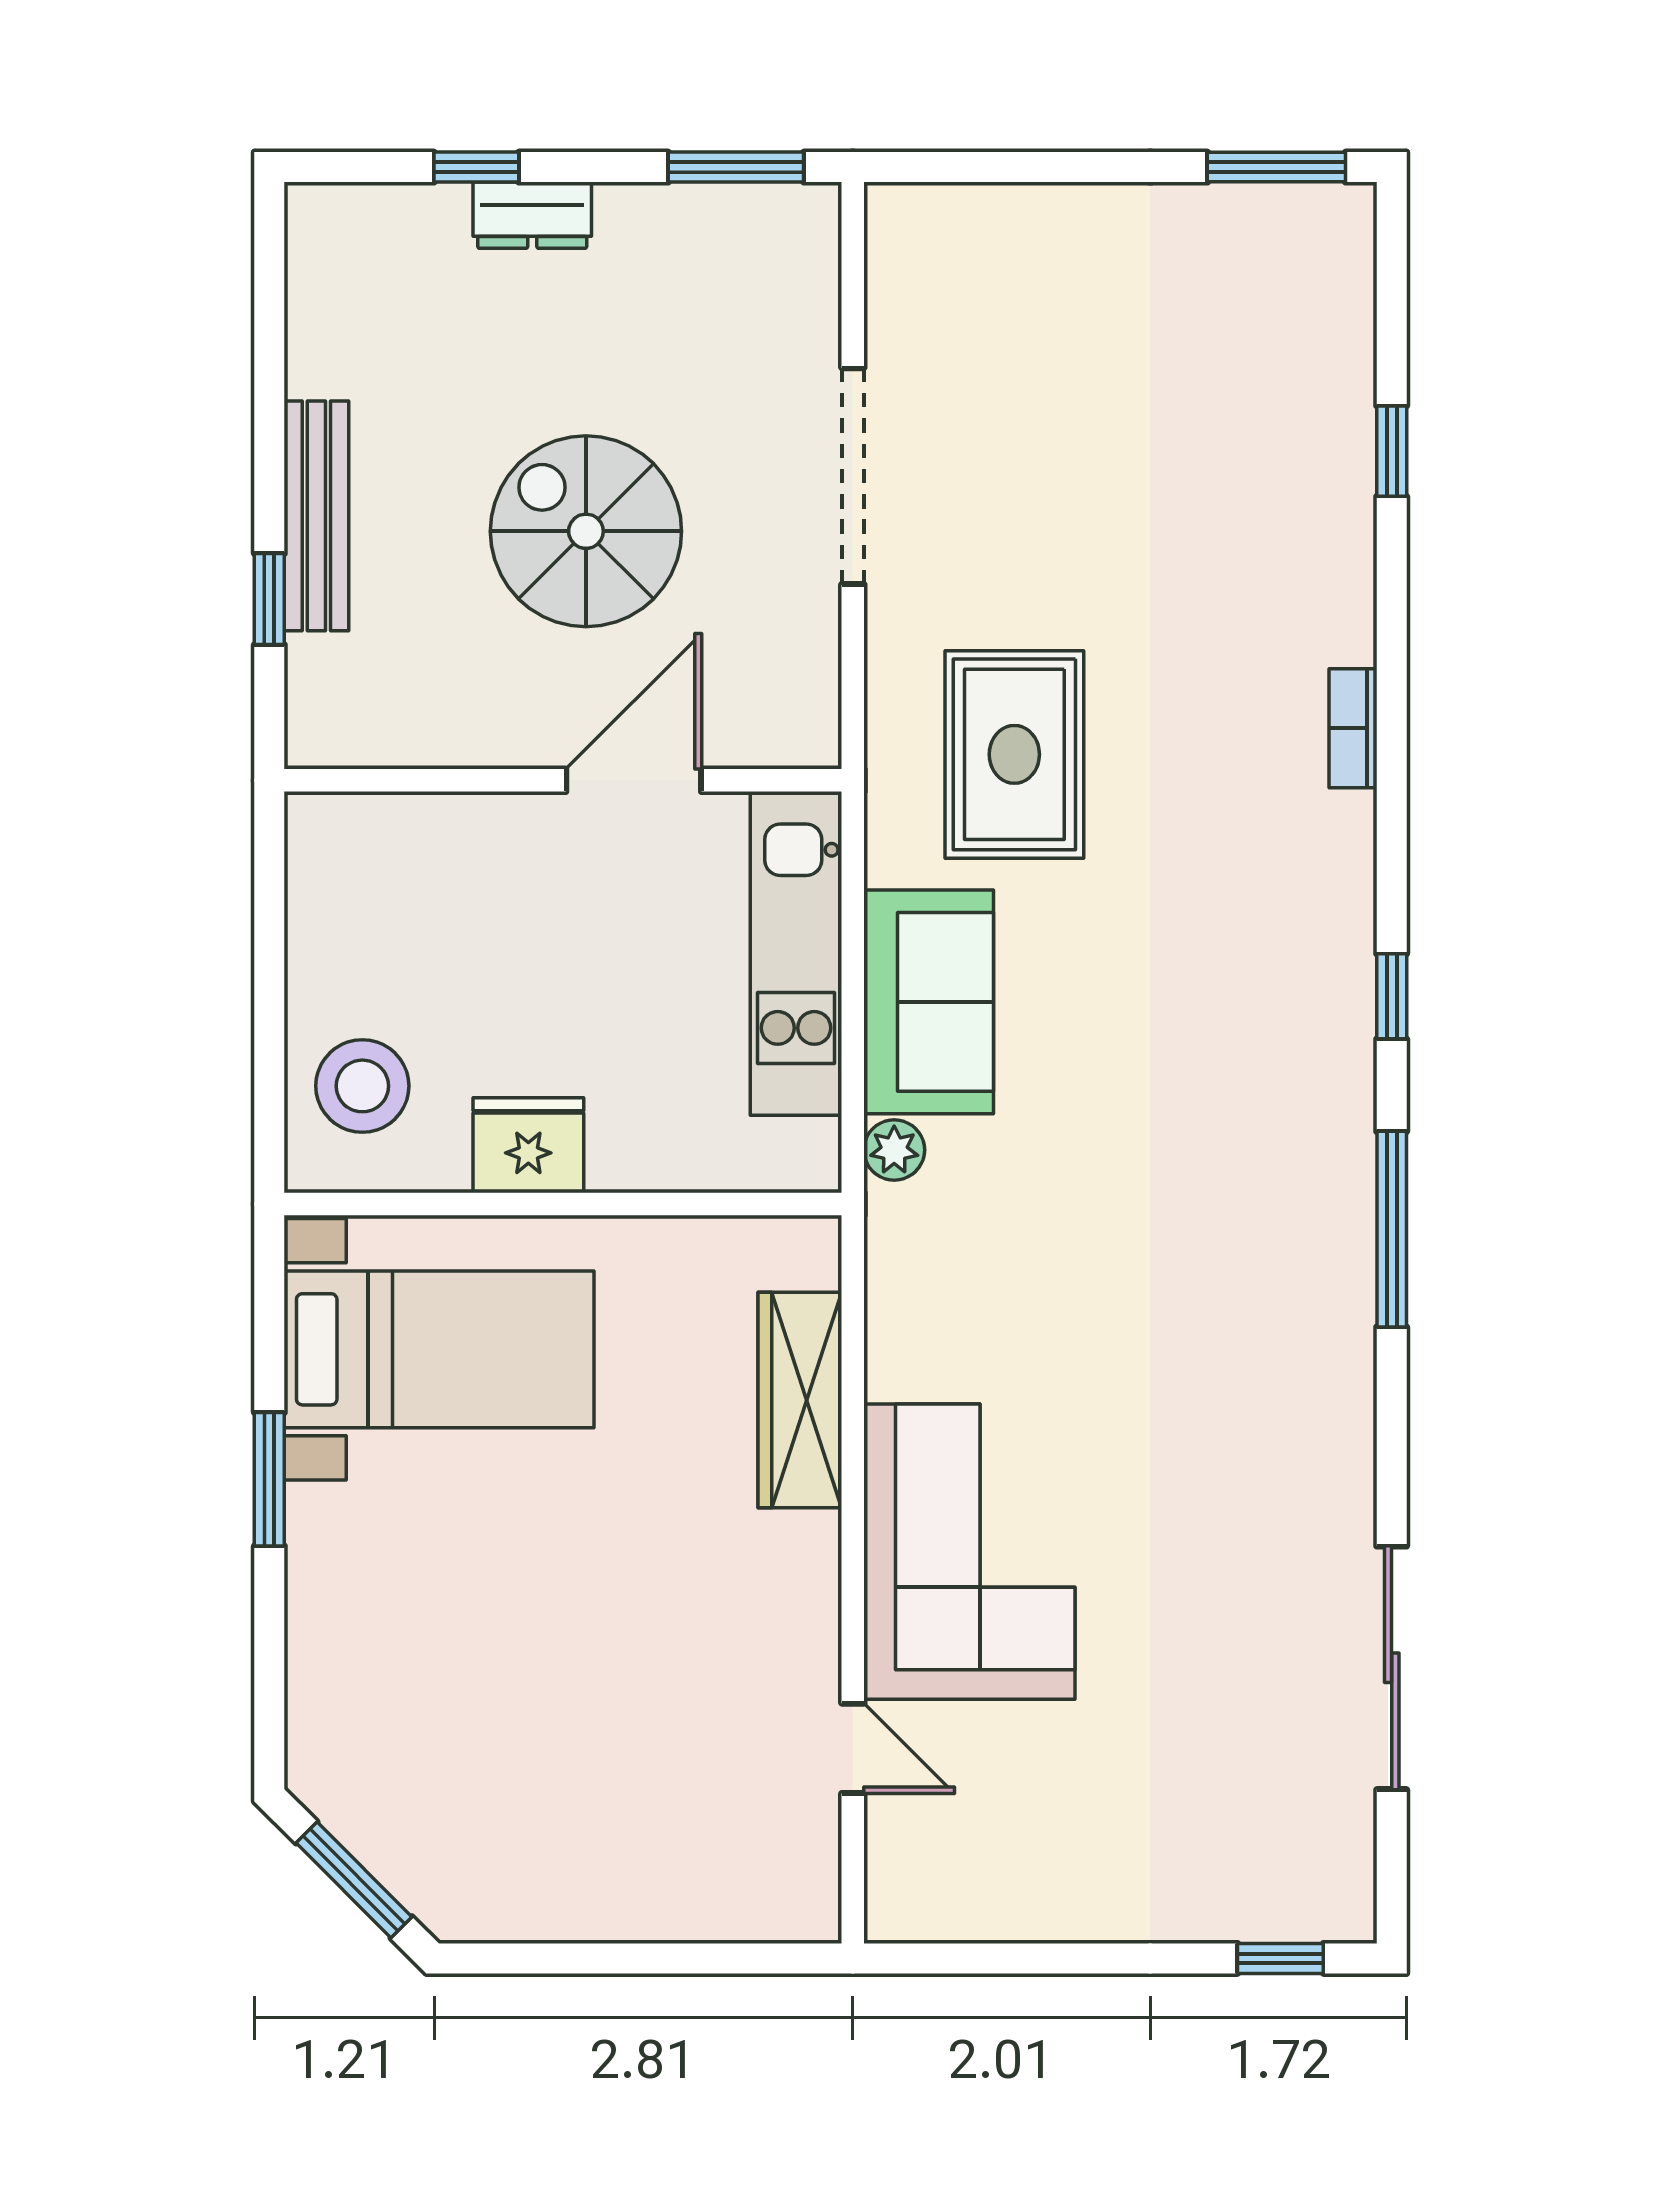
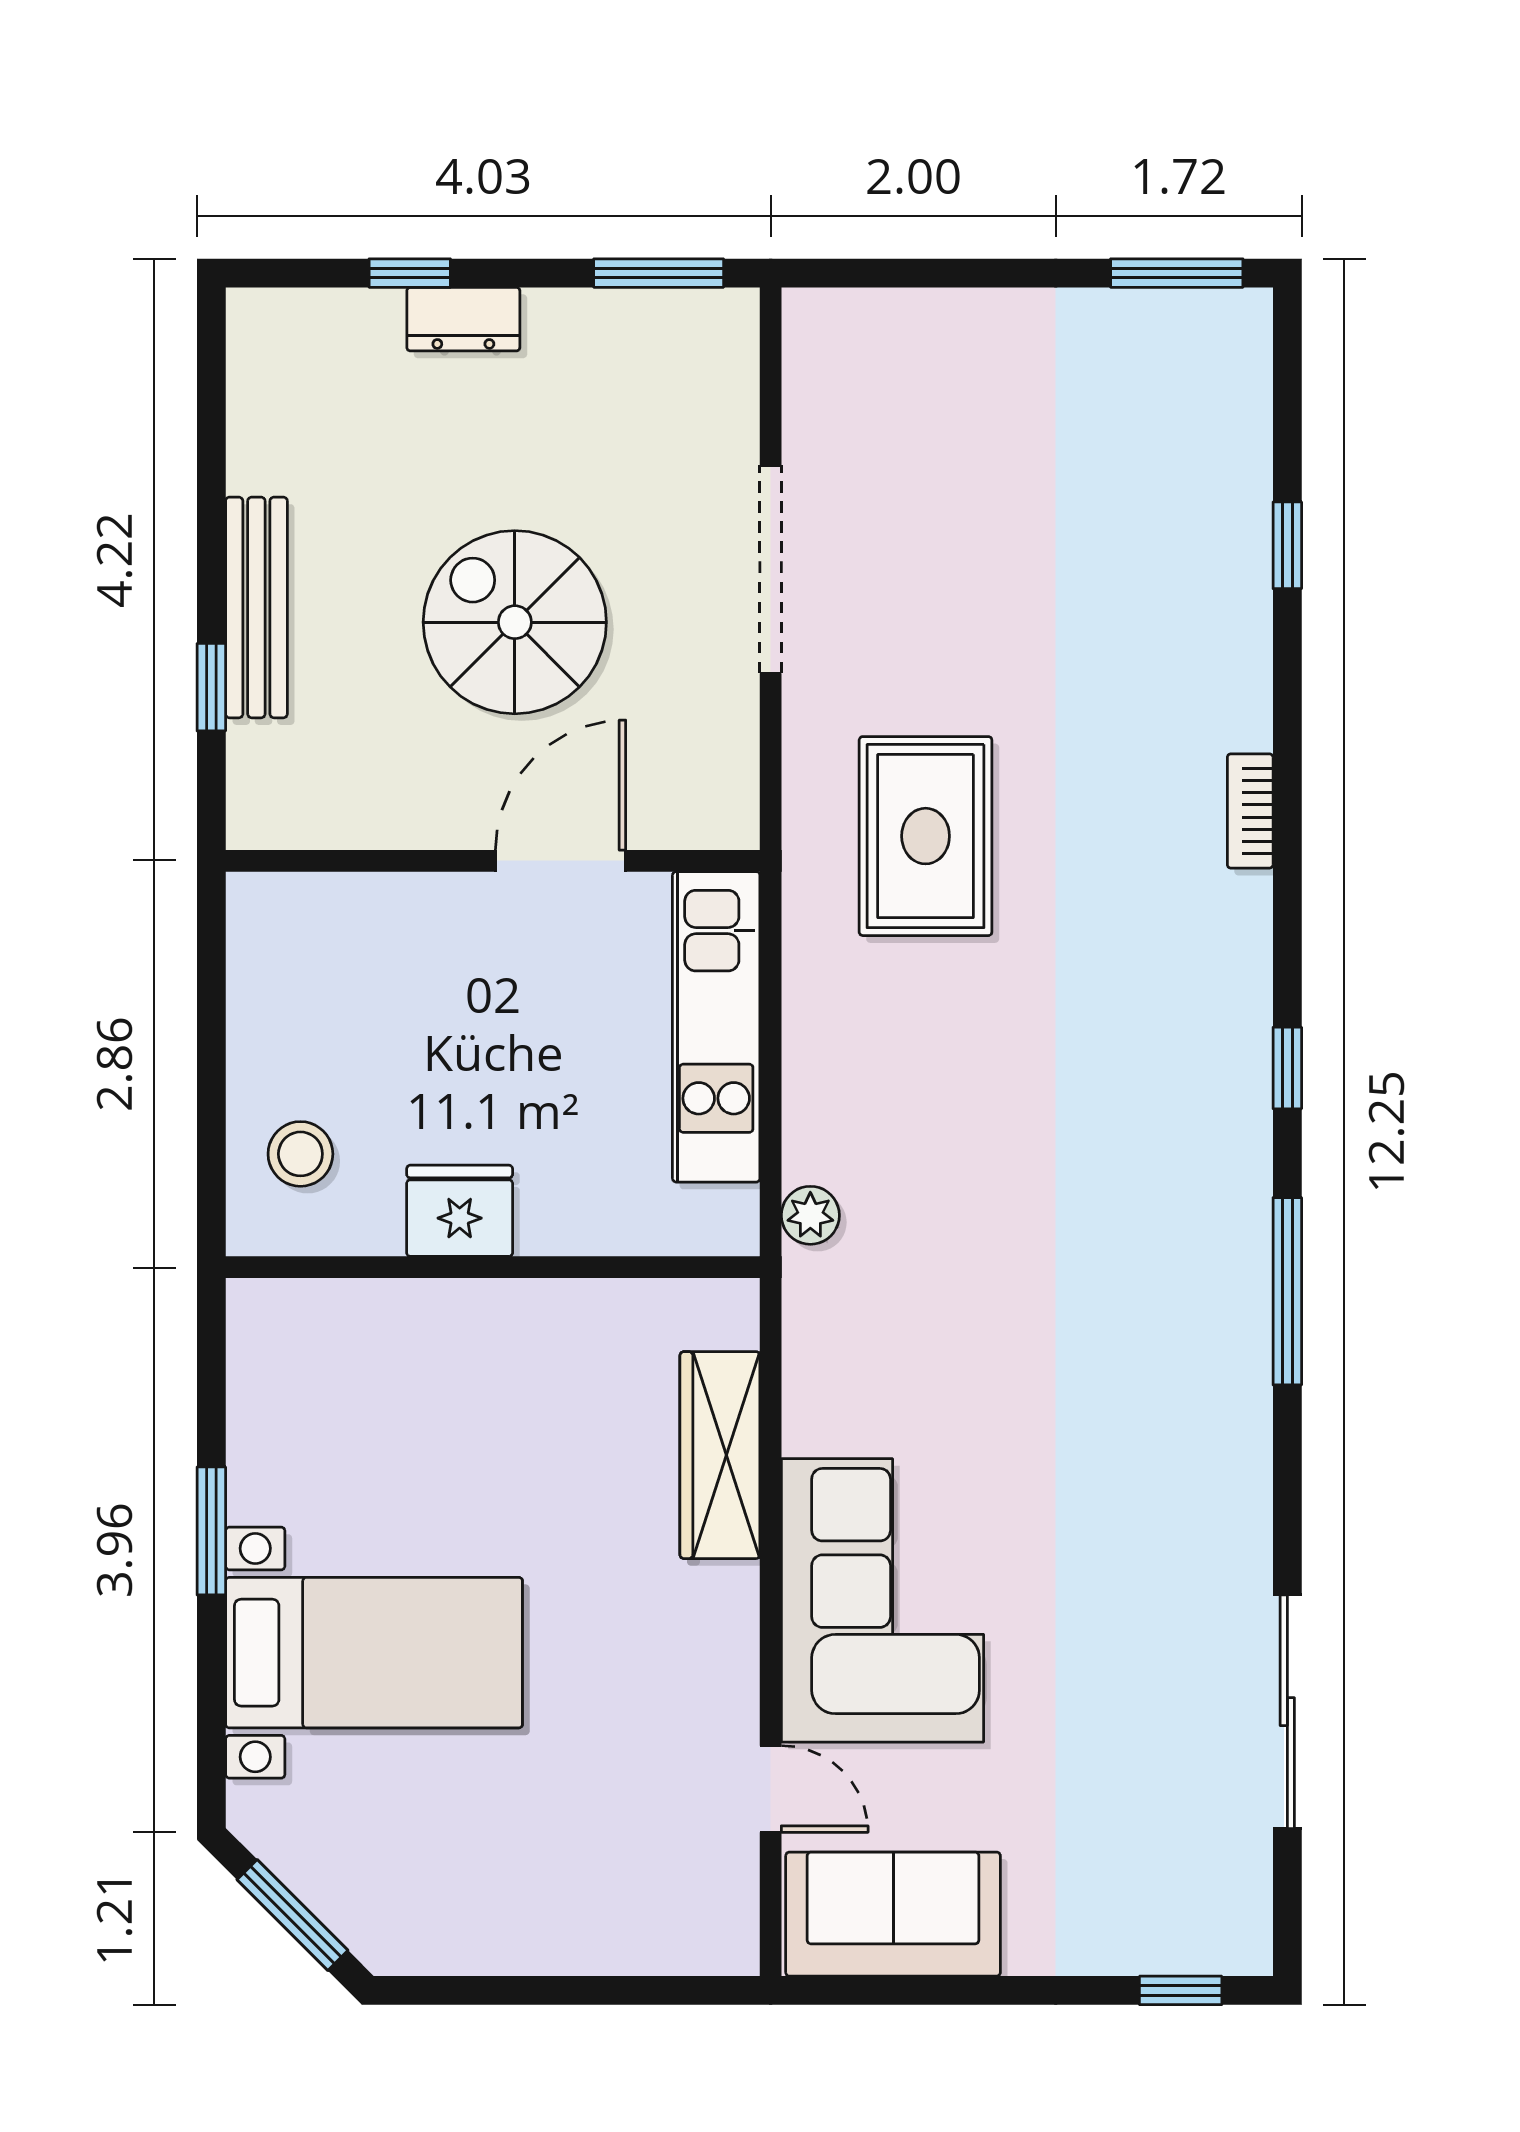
sofa: (929, 1002) -> (893, 1914), moved, turned -90
stool: (362, 1086) -> (300, 1154), width x0.73, depth x0.73
bed with nightstands: (439, 1349) -> (374, 1653), moved

